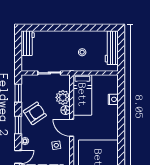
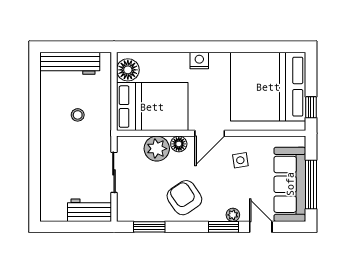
workbench: (28, 43) -> (89, 210), moved
floor lamp: (108, 81) -> (128, 70), added
bed: (82, 95) -> (152, 107), width x1.50
nightstand: (113, 99) -> (199, 61), moved
window: (18, 125) -> (223, 227), moved

